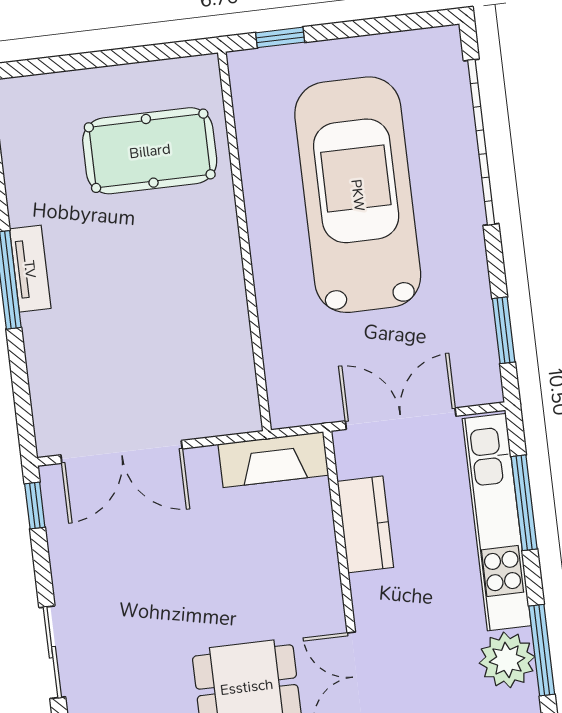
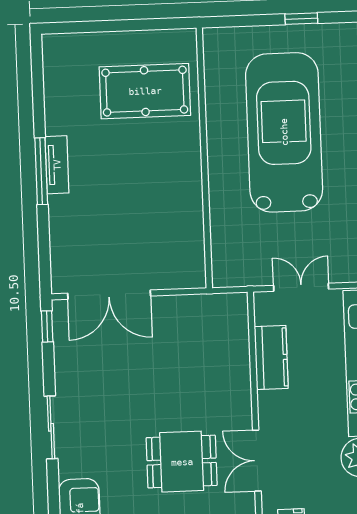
window: (280, 37) -> (301, 19), moved
double door: (401, 419) -> (301, 287), width x0.73
fireplace: (273, 460) -> (212, 308), removed

